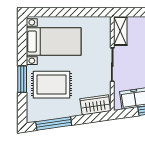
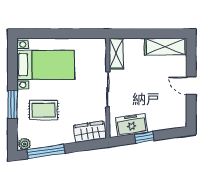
rug: (51, 85) -> (44, 110), width x0.73, depth x0.70
plant: (34, 116) -> (25, 144), added

